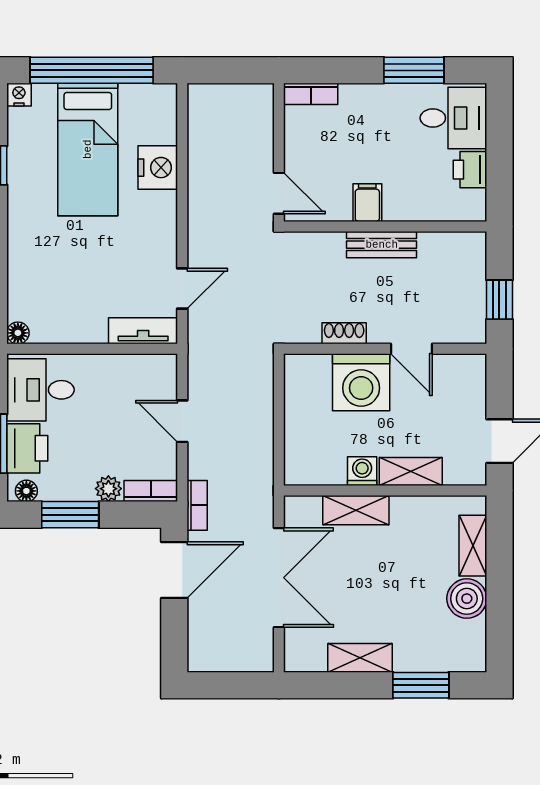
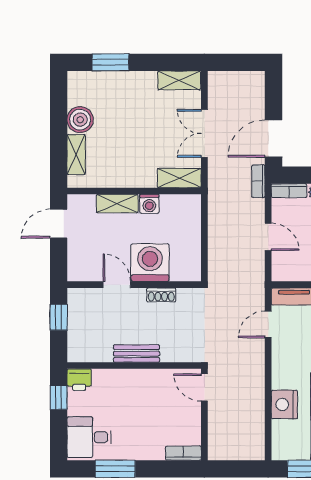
printer: (470, 170) -> (79, 380), moved, turned 90
window: (499, 178) -> (59, 398), added
filing cabinet: (367, 203) -> (146, 381), removed
shelving: (356, 510) -> (179, 178), moved
double door: (279, 578) -> (204, 133), width x0.73
shelving: (360, 658) -> (179, 80), moved

